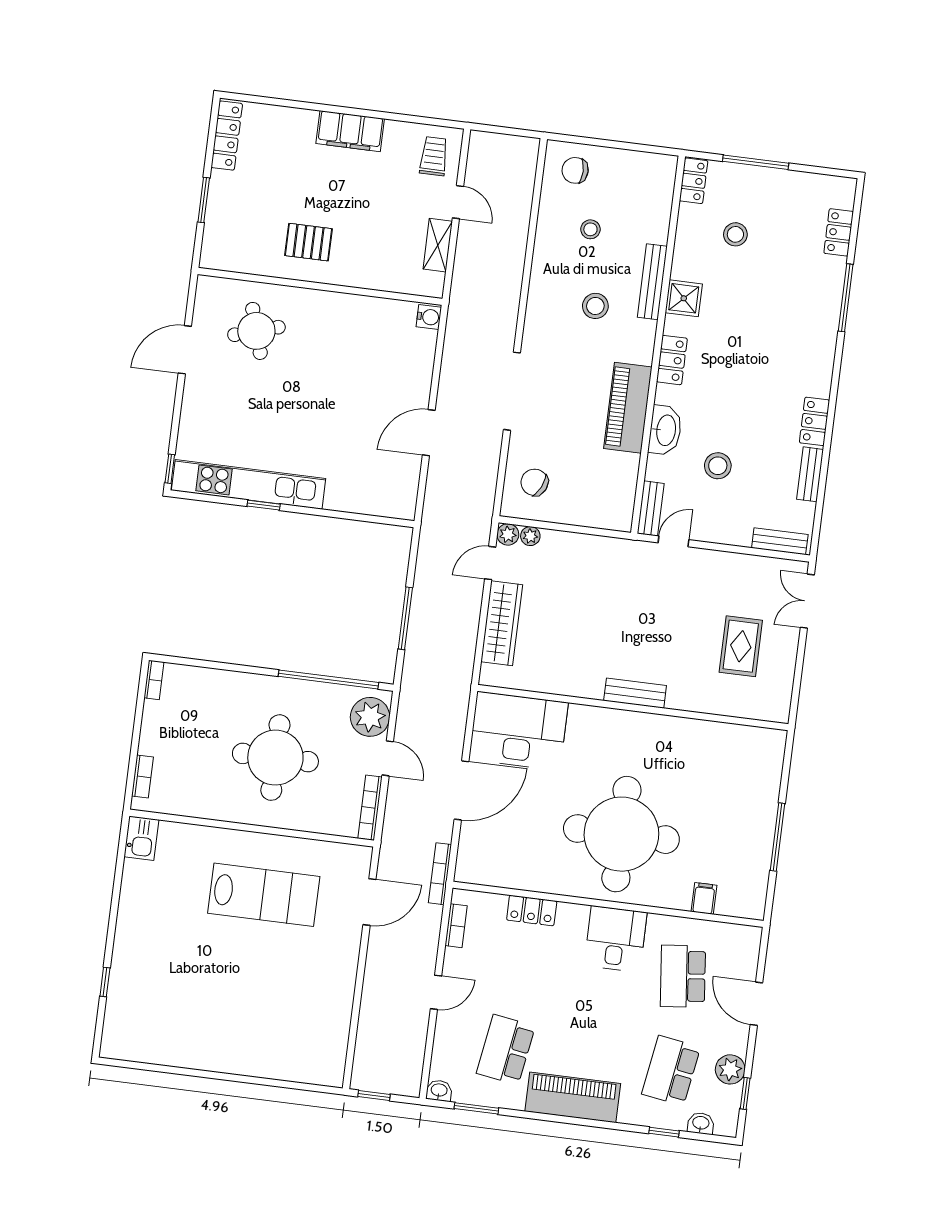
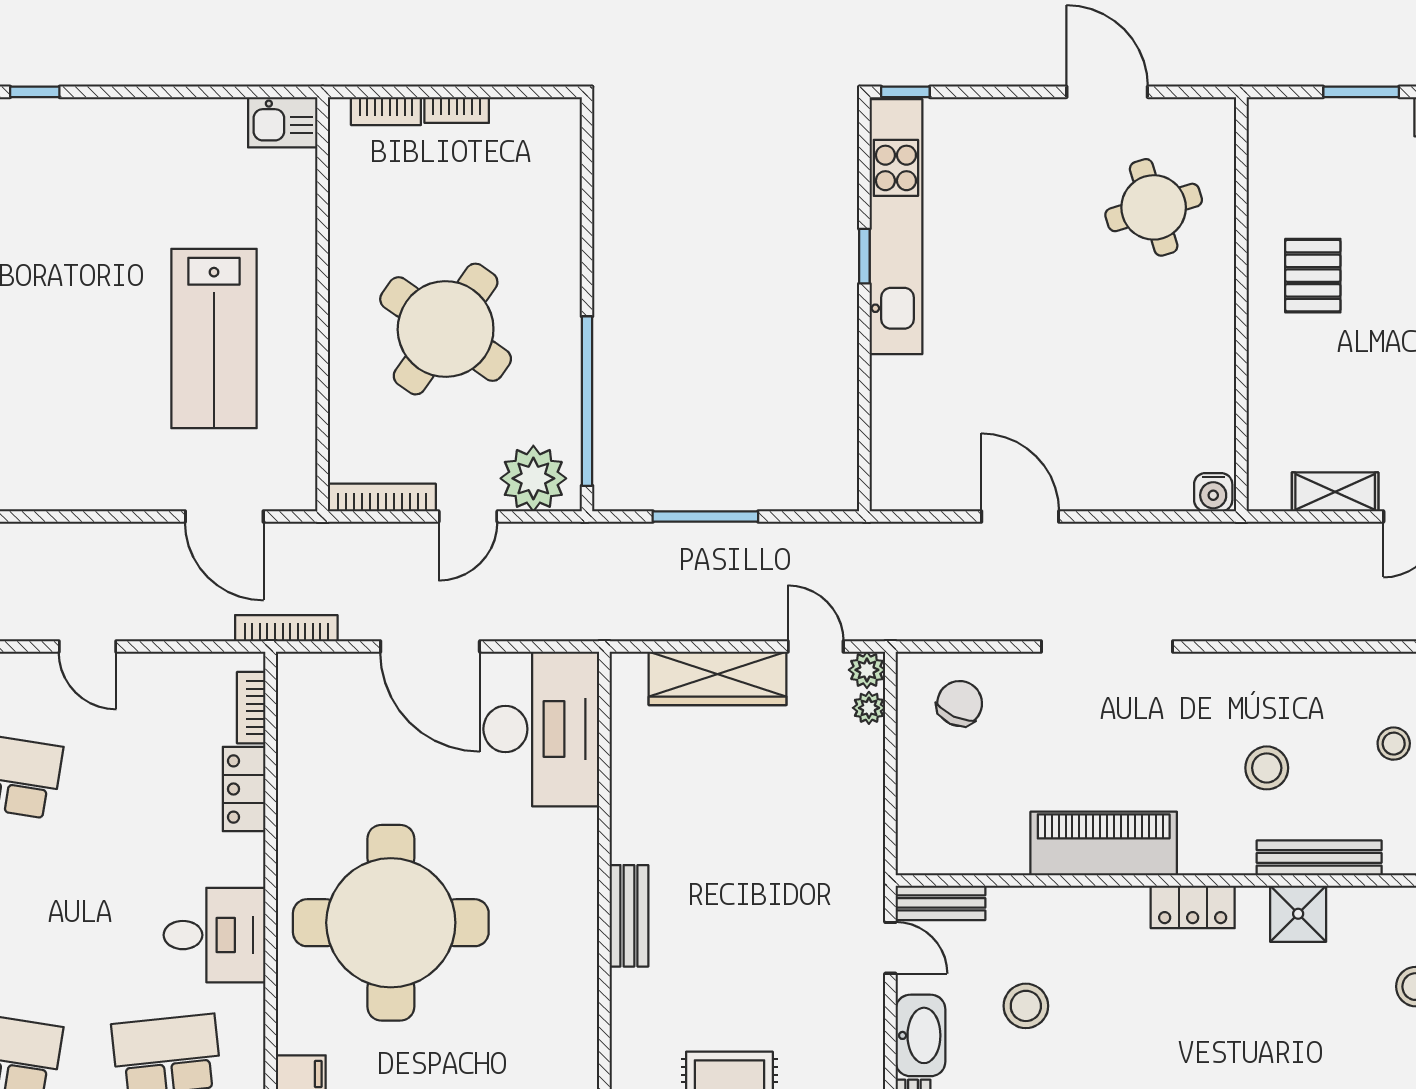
washbasin: (665, 430) -> (921, 1035), moved, turned -90
bookcase: (154, 680) -> (457, 110), moved
round table: (275, 758) -> (446, 329), turned 35
bookcase: (456, 926) -> (251, 708), moved, turned 90

